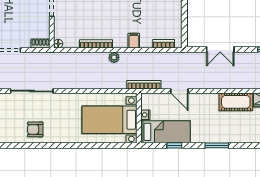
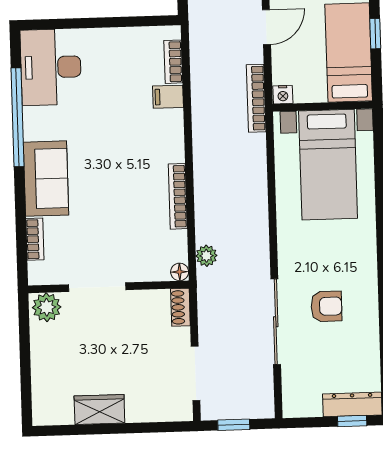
filing cabinet: (134, 41) -> (168, 97), moved
plant: (114, 57) -> (206, 256), moved
nightstand: (145, 115) -> (283, 95), moved
armchair: (35, 129) -> (326, 306), moved, turned -90

